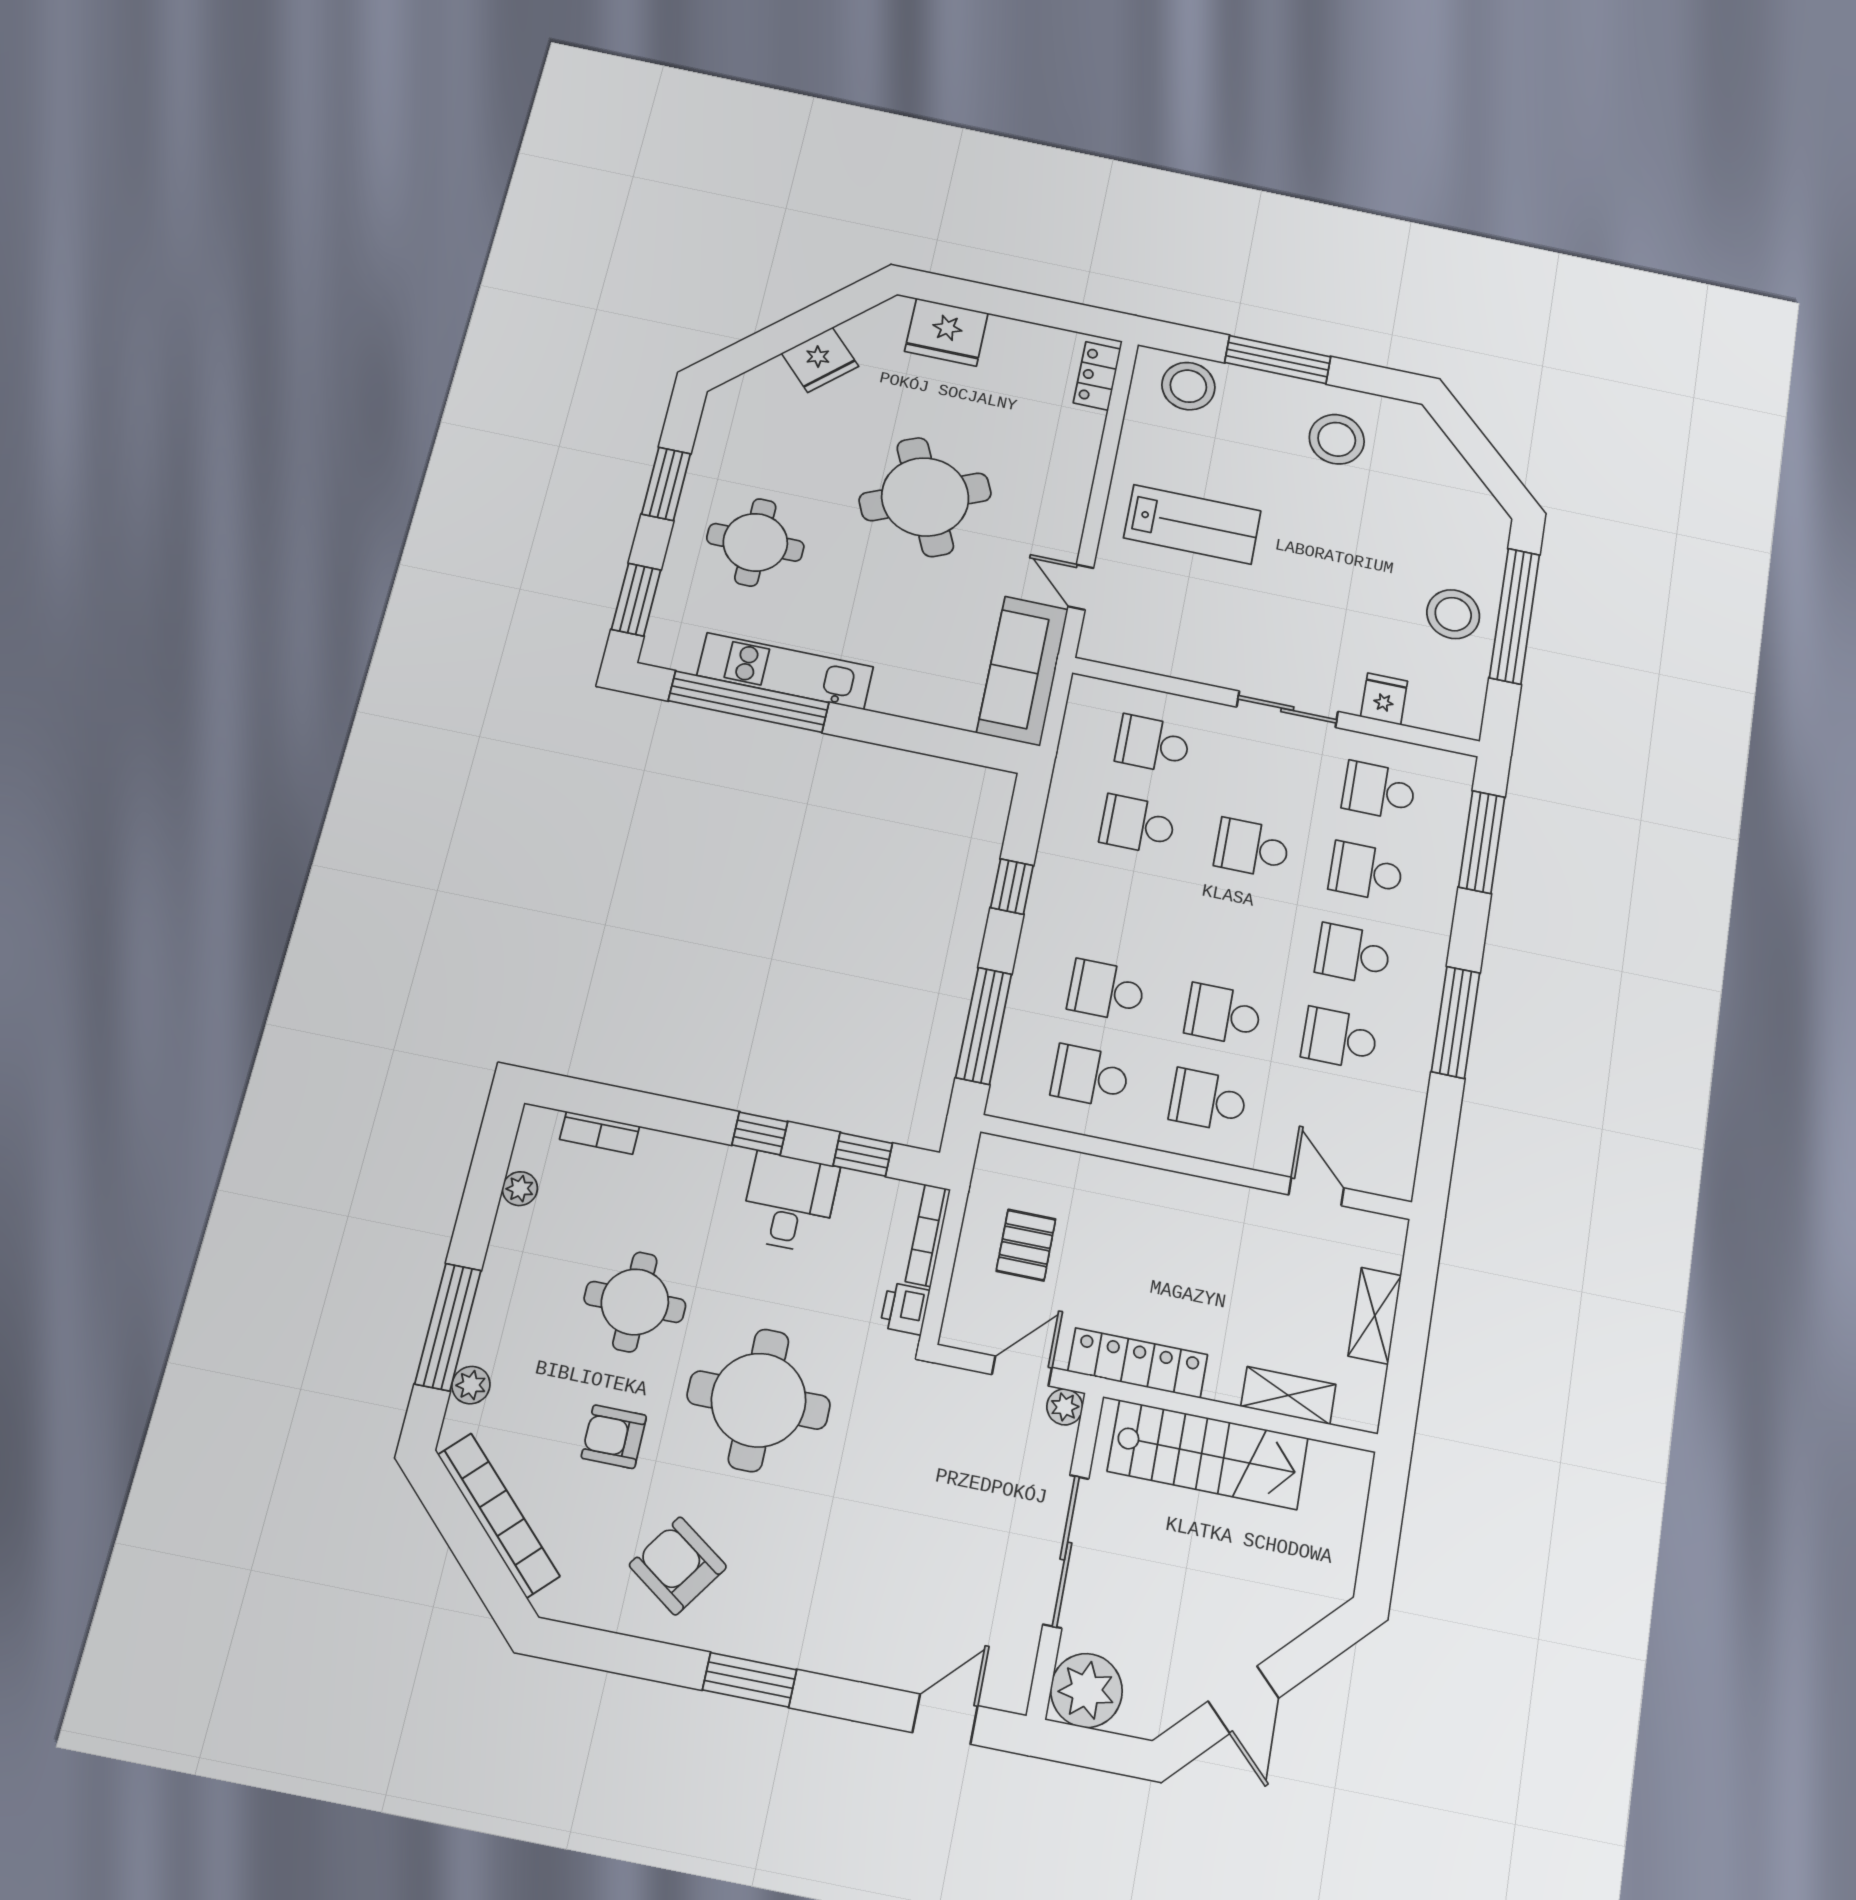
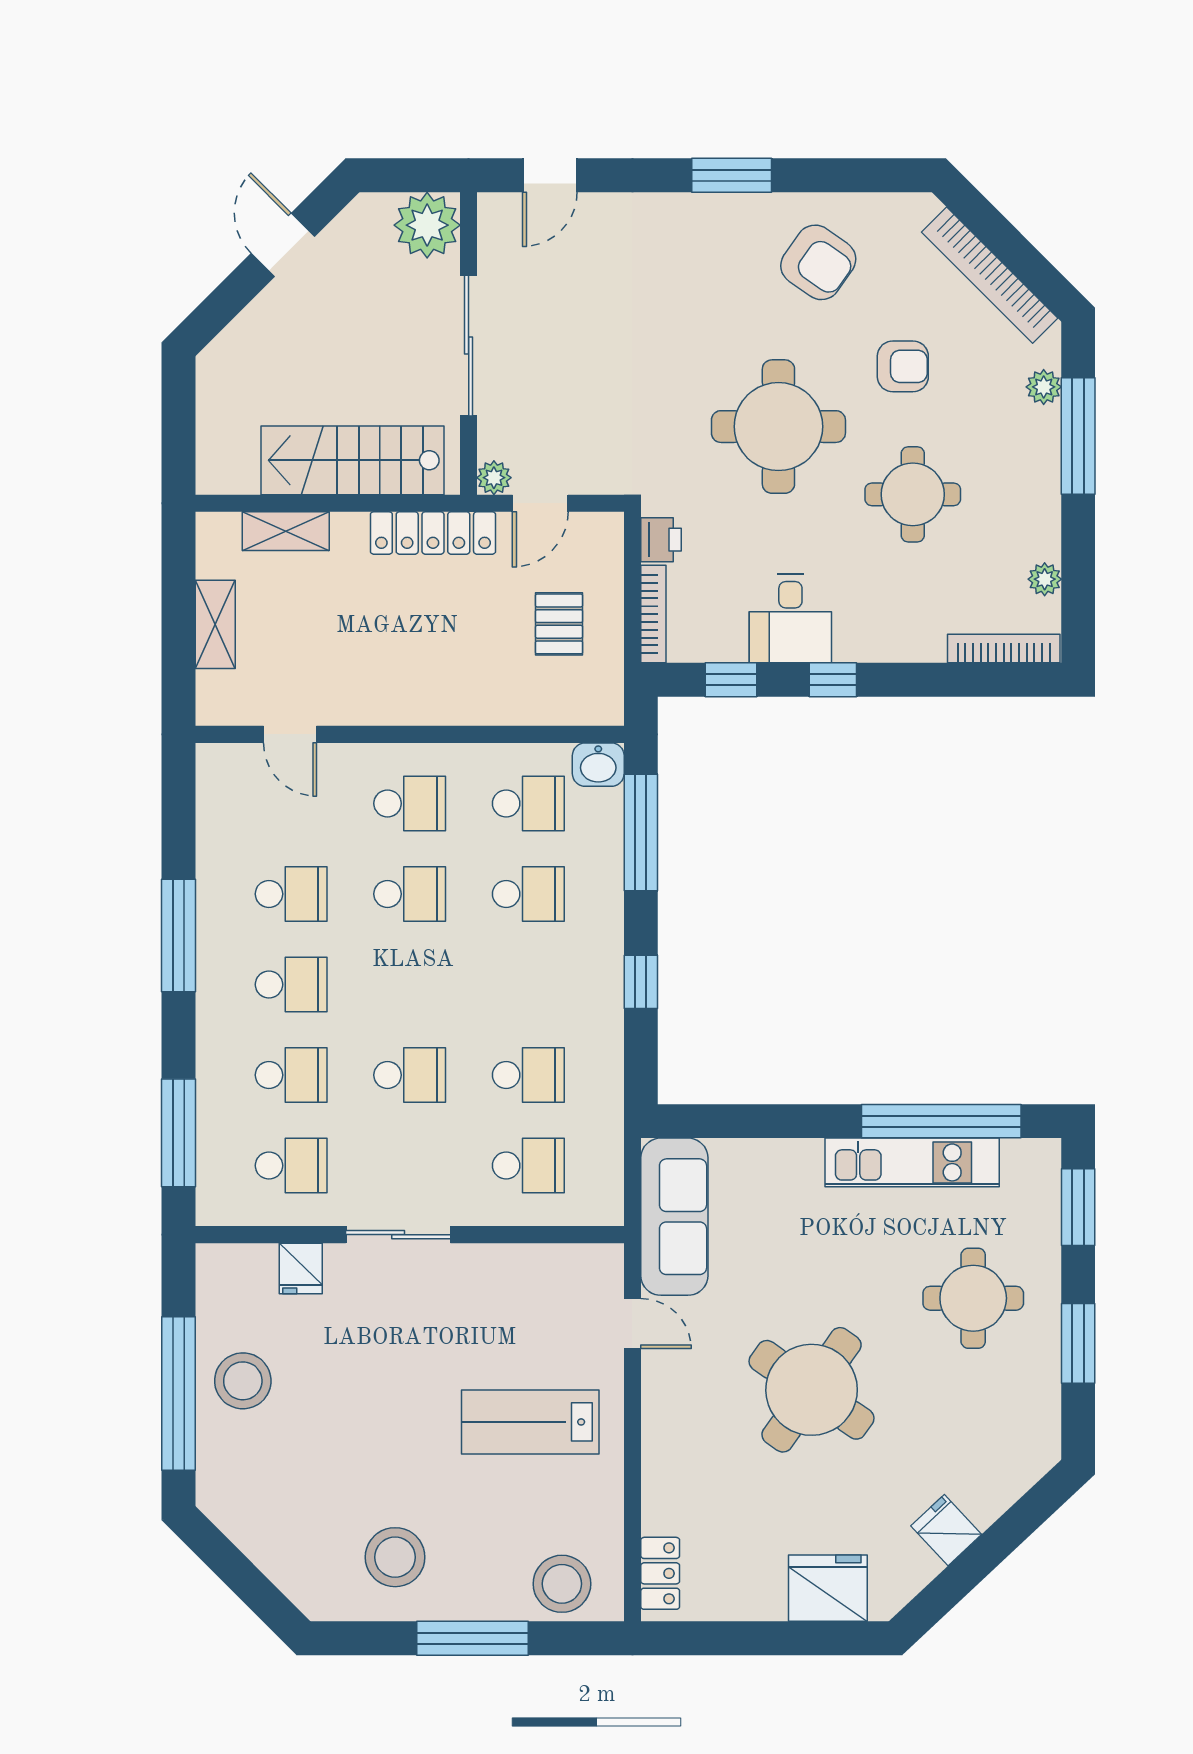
fridge: (820, 360) -> (946, 1530), width x0.72
round table: (925, 497) -> (812, 1390), turned -31
washbasin: (1013, 1099) -> (598, 765), added
bookcase: (600, 1133) -> (1004, 649), width x1.56

